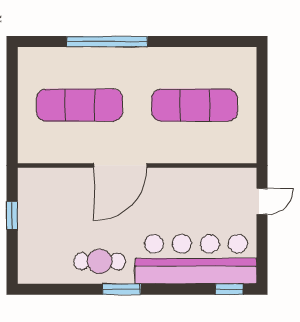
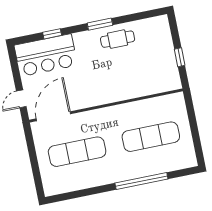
door: (120, 165) -> (53, 116), moved
bar counter: (196, 259) -> (46, 55), width x0.73
window: (229, 289) -> (52, 34), moved

